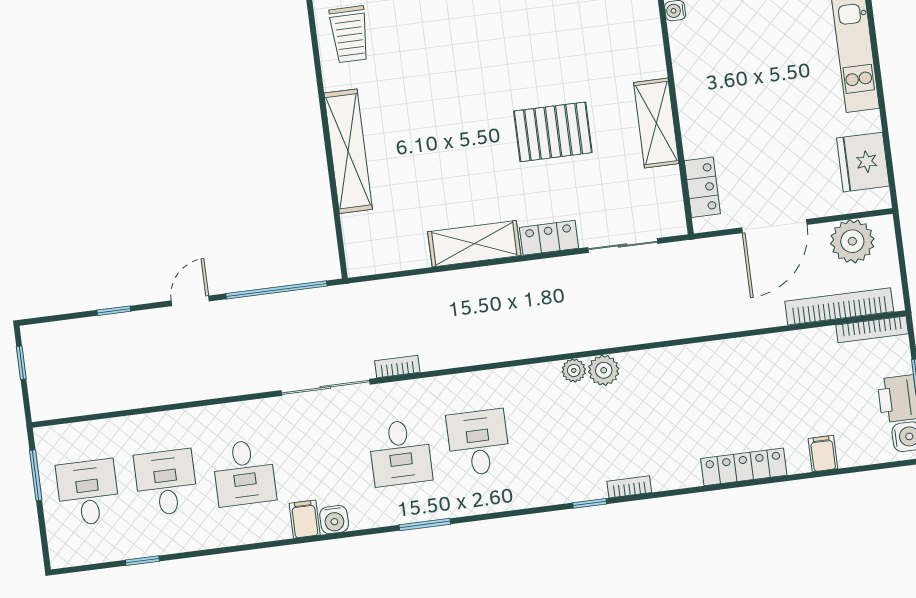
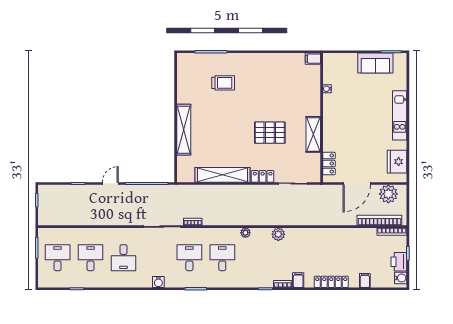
trolley: (349, 34) -> (223, 83), moved, turned -90
shelving: (474, 244) -> (223, 175), width x1.47
plant: (574, 370) -> (245, 233), moved
desk: (400, 453) -> (189, 258), turned 180
filing cabinet: (305, 519) -> (298, 280), moved

